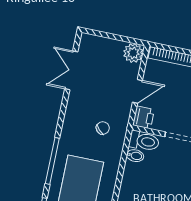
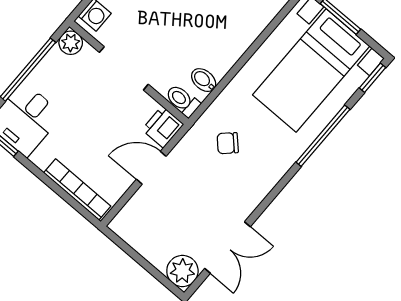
plant: (133, 53) -> (182, 271), moved
toilet: (144, 141) -> (182, 101), width x0.73, depth x0.72

